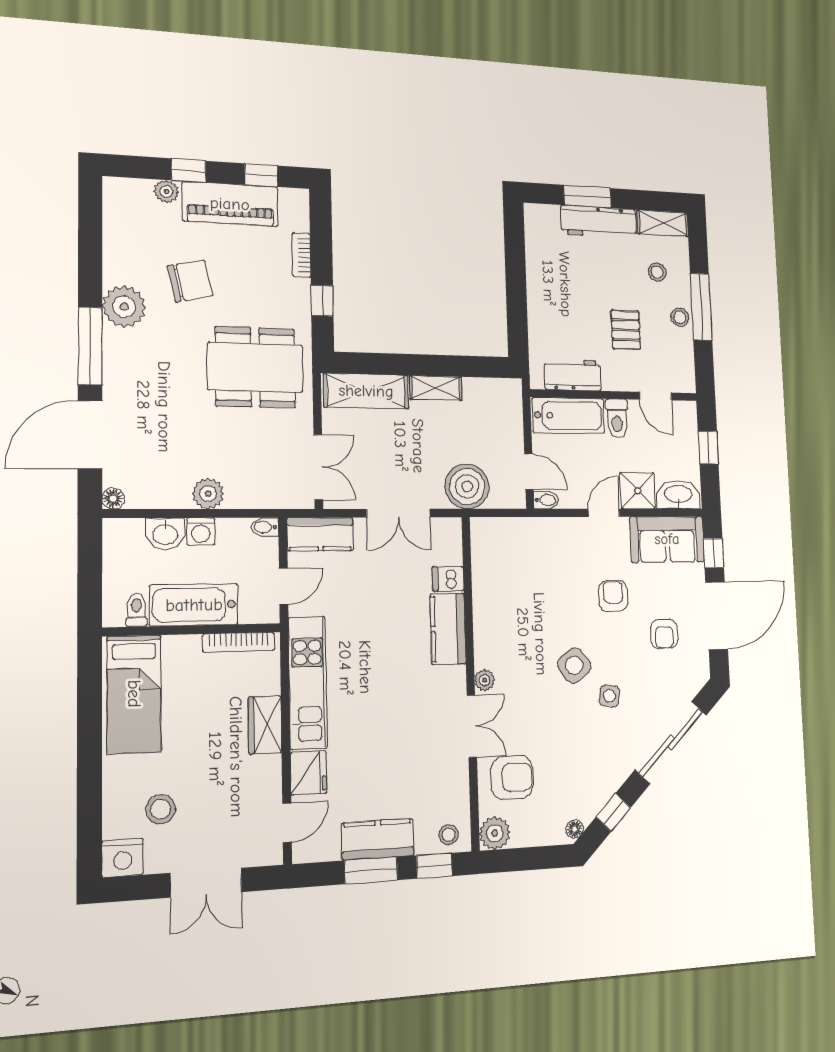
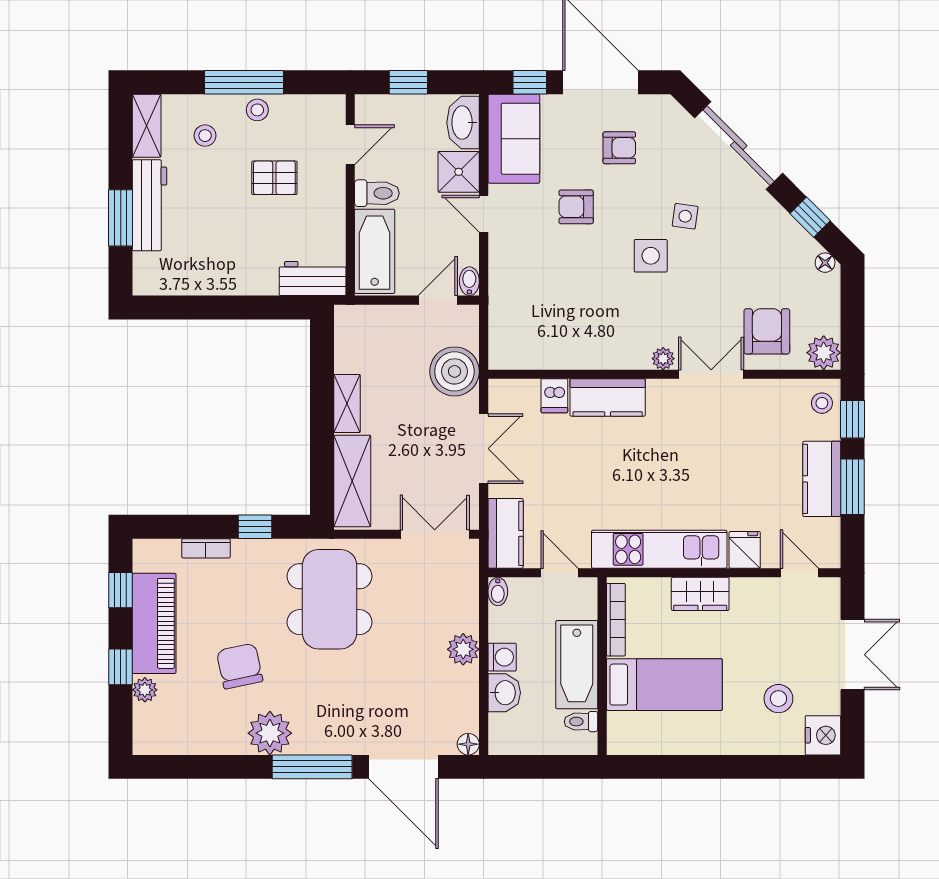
workbench: (573, 375) -> (313, 278), moved, turned 90
side table: (574, 665) -> (651, 256), turned 37
bed: (134, 694) -> (664, 685), moved
fridge: (309, 773) -> (745, 550), width x0.72

